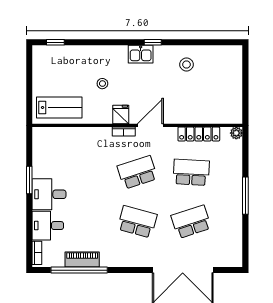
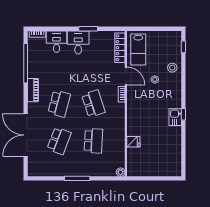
kitchen sink: (141, 54) -> (175, 117), moved
stool: (186, 64) -> (172, 68), moved
fridge: (121, 115) -> (133, 142), moved
door: (150, 125) -> (126, 76), moved
locker: (199, 134) -> (120, 48), moved
school desk: (191, 222) -> (59, 141), turned 39
piano: (82, 260) -> (33, 90), moved

